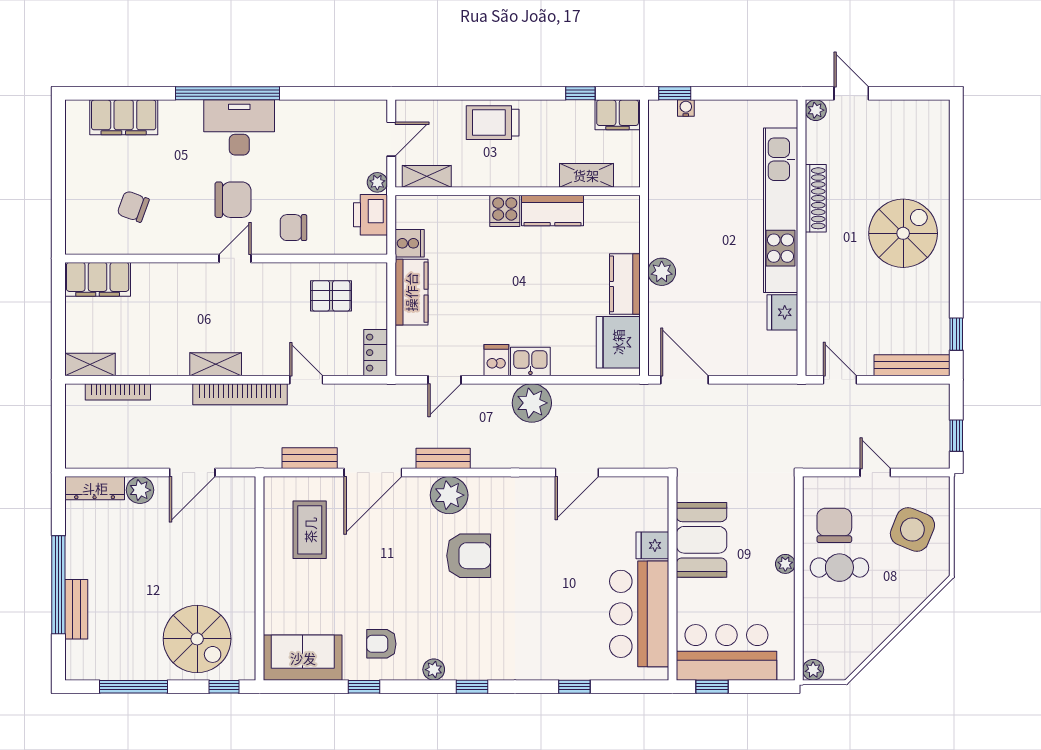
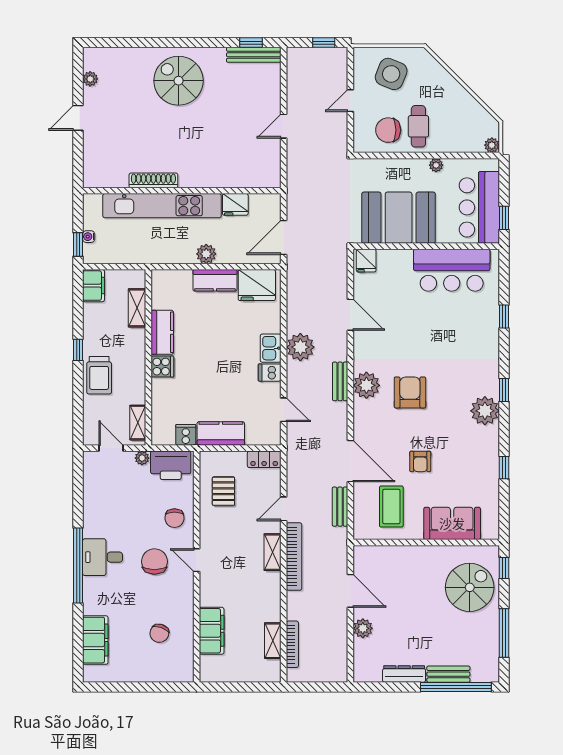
window: (580, 93) -> (78, 350), moved
plant: (816, 110) -> (90, 79), moved
desk: (239, 127) -> (103, 557), width x0.73
shoe rack: (816, 198) -> (153, 180), moved
kitchen unit: (781, 210) -> (162, 206), moved
printer: (370, 215) -> (171, 465), width x1.37, depth x1.19
wall: (801, 238) -> (182, 191), moved
filing cabinet: (98, 279) -> (212, 631), moved
fridge: (782, 312) -> (235, 204), moved
shelving: (90, 364) -> (273, 641), moved
shelving: (216, 364) -> (273, 552), moved
bench: (912, 365) -> (254, 55), moved, turned 90
bench: (443, 458) -> (340, 381), moved
dresser: (95, 488) -> (404, 674), moved, turned -90
plant: (449, 495) -> (366, 385), moved
coffee table: (310, 530) -> (391, 506), turned 90
booth: (701, 540) -> (399, 218), width x1.36, depth x1.42
fridge: (652, 545) -> (366, 261), moved
plant: (785, 564) -> (436, 165), moved
window: (58, 585) -> (456, 687), moved
armchair: (381, 644) -> (420, 461), moved
sofa: (303, 658) -> (452, 523), moved, turned 90
plant: (434, 670) -> (485, 411), width x1.87, depth x1.87

